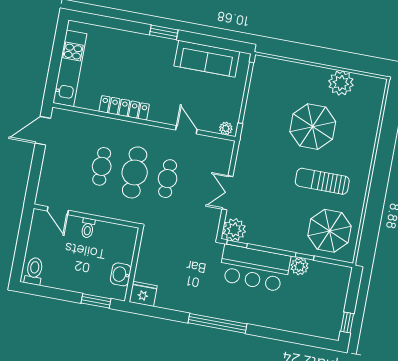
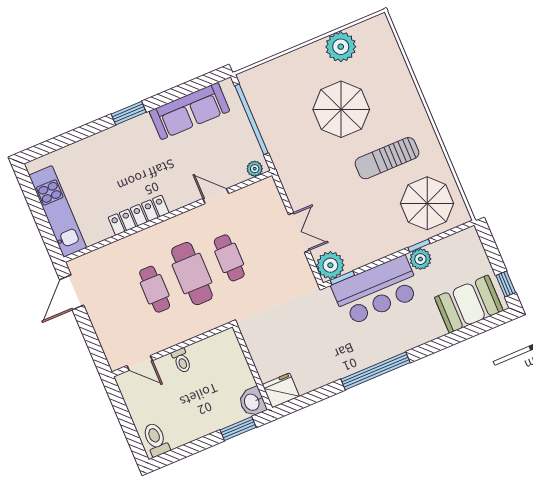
double door: (227, 193) -> (299, 232), swing flipped
washbasin: (121, 274) -> (252, 402), moved
booth: (312, 320) -> (469, 304), added

